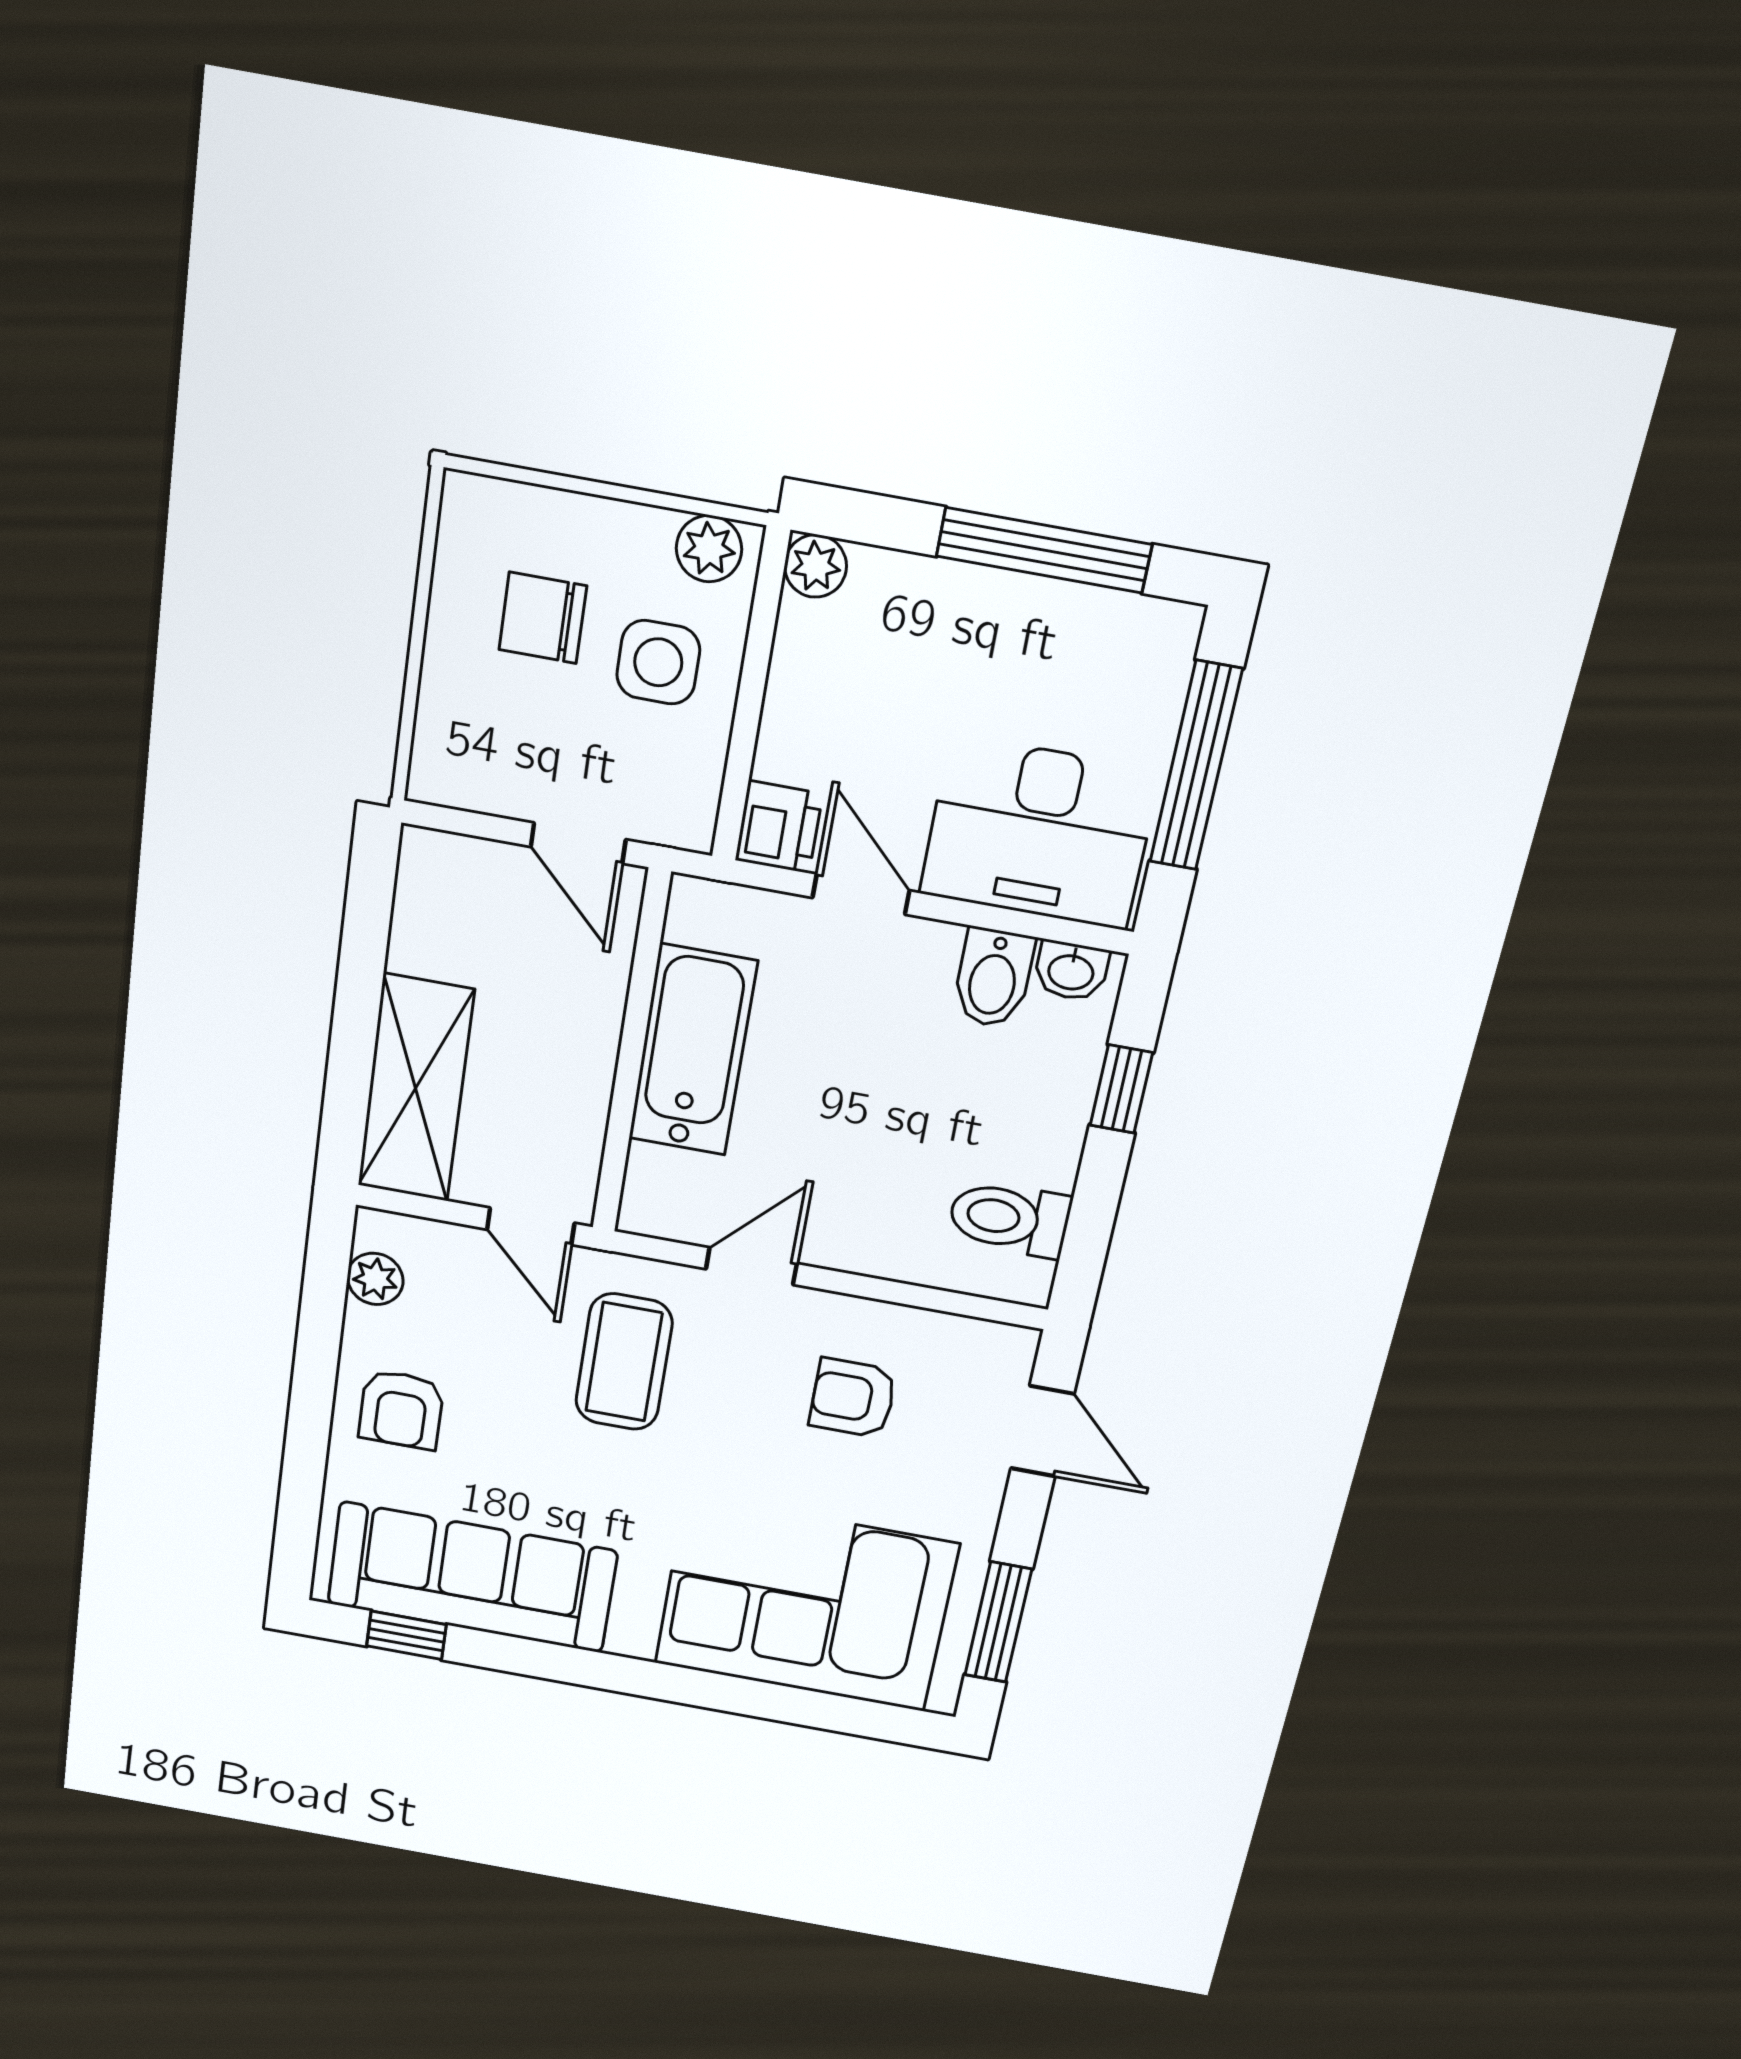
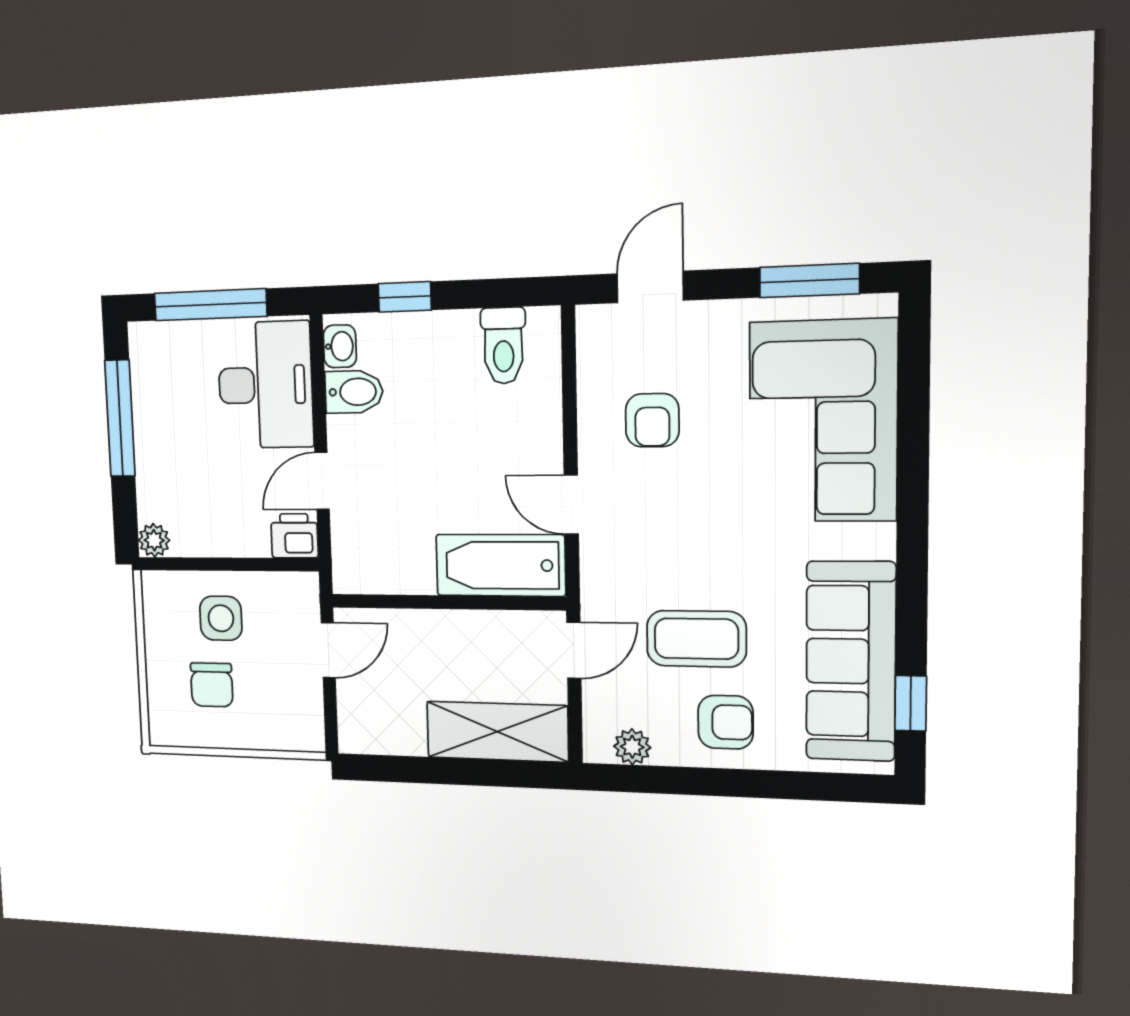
plant: (709, 549) -> (158, 599), removed
bathtub: (693, 1050) -> (500, 565), moved
coffee table: (624, 1362) -> (696, 639), moved

